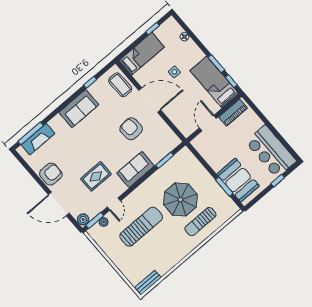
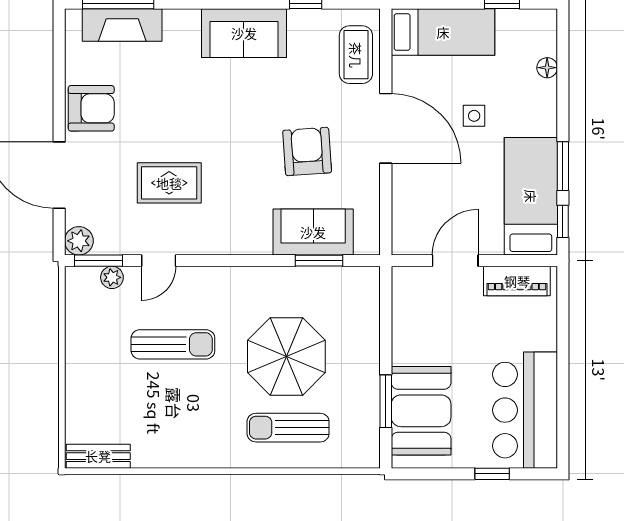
sofa: (136, 169) -> (313, 232), moved
sun lounger: (141, 227) -> (173, 344), width x0.73, depth x0.75

